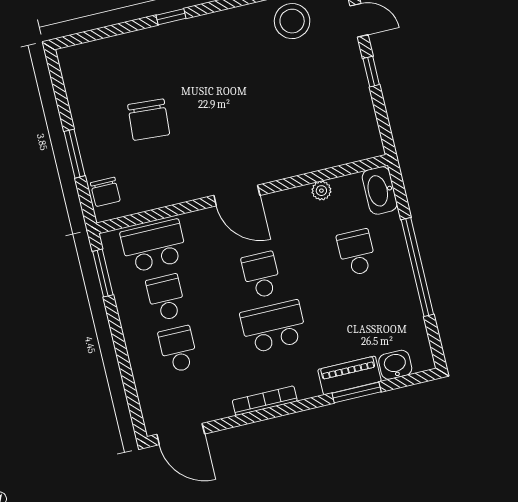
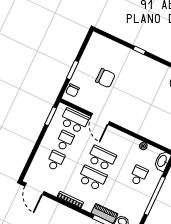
chair: (149, 120) -> (105, 78), turned -94
door: (237, 195) -> (100, 119), moved
school desk: (261, 275) -> (102, 158), width x1.85

